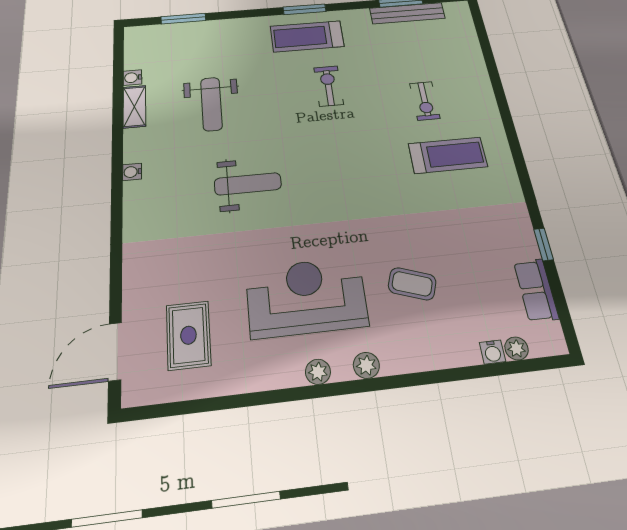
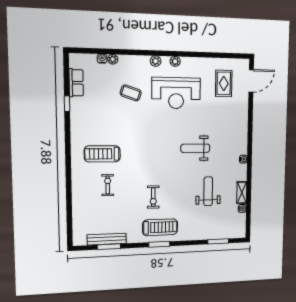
plant: (516, 348) -> (113, 59), moved

